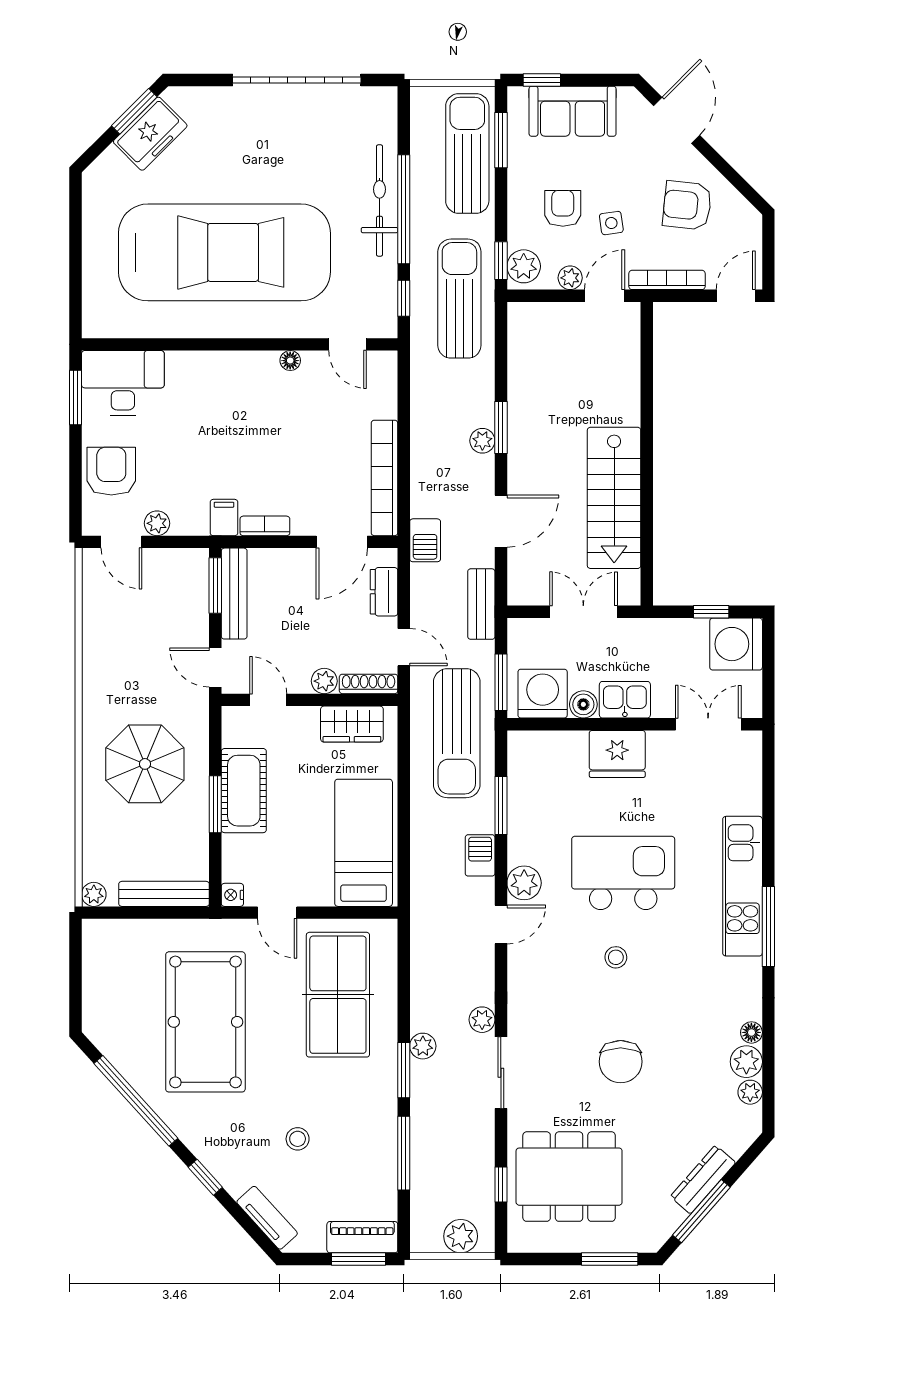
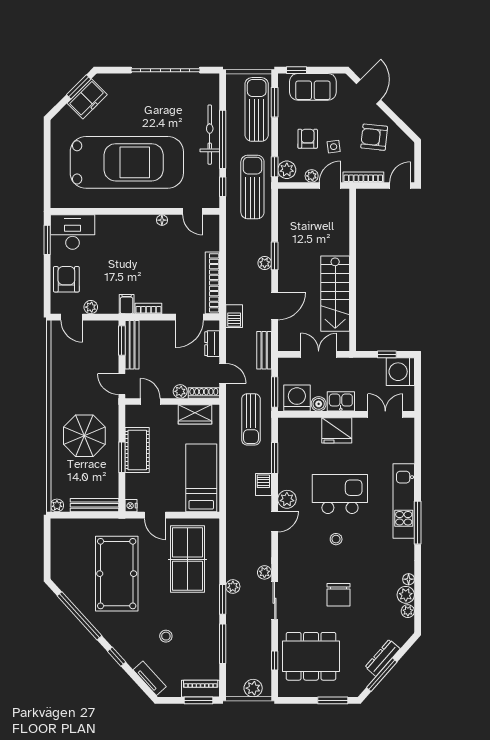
sun lounger: (457, 733) -> (251, 419), width x0.73, depth x0.75

